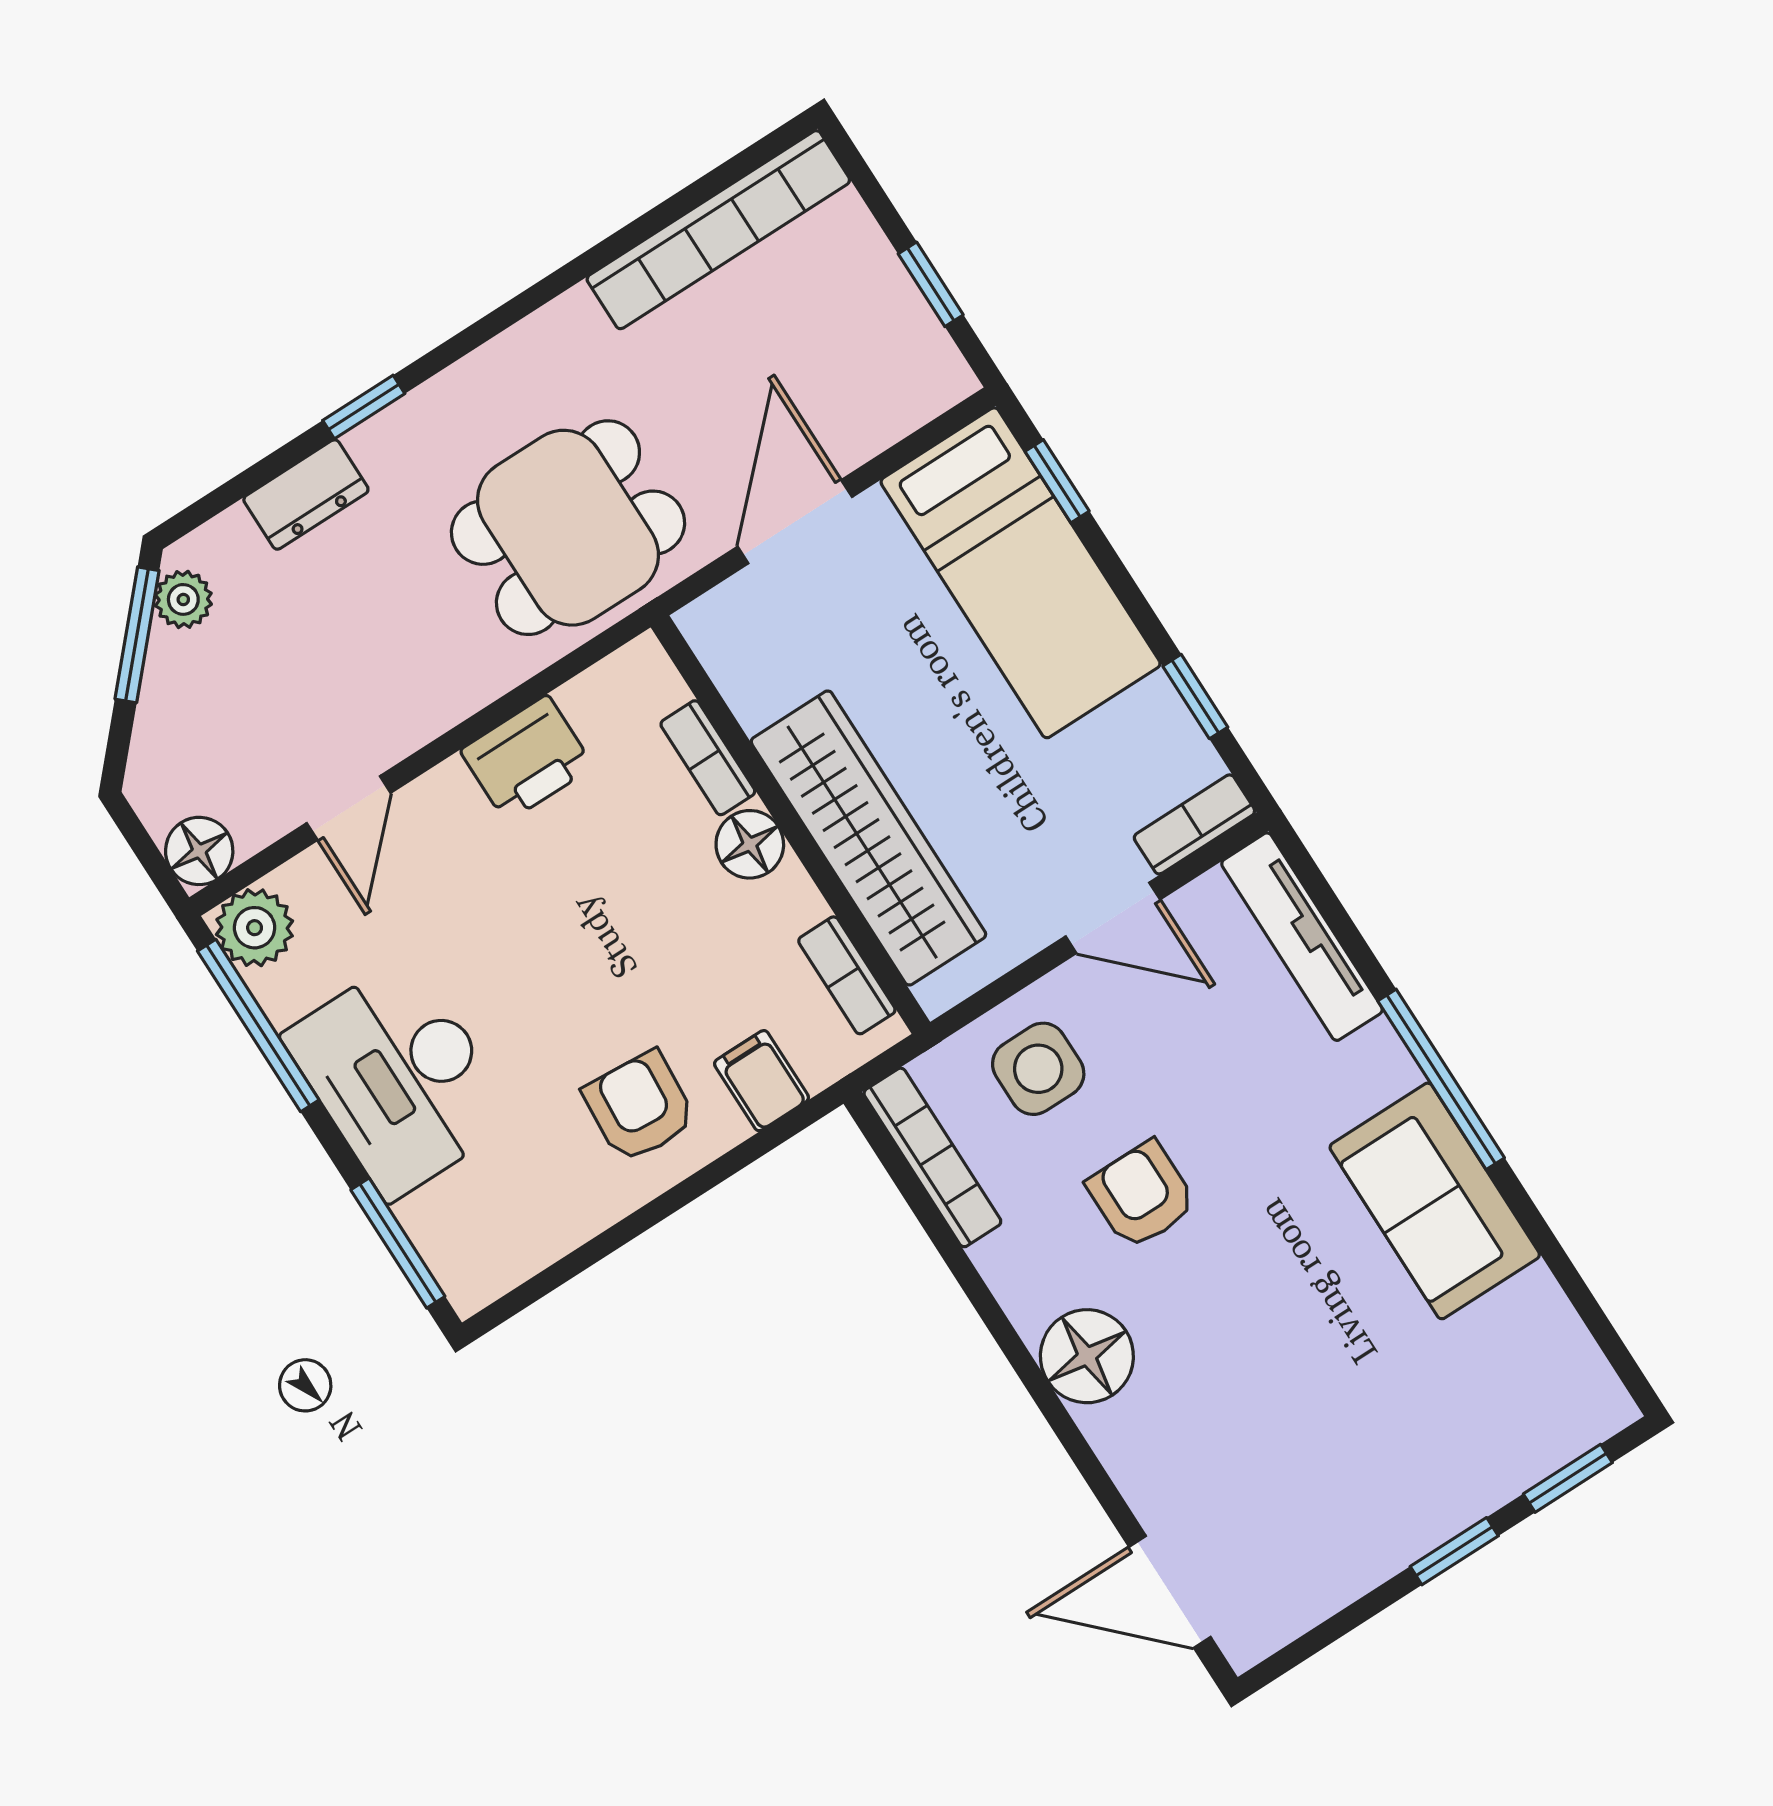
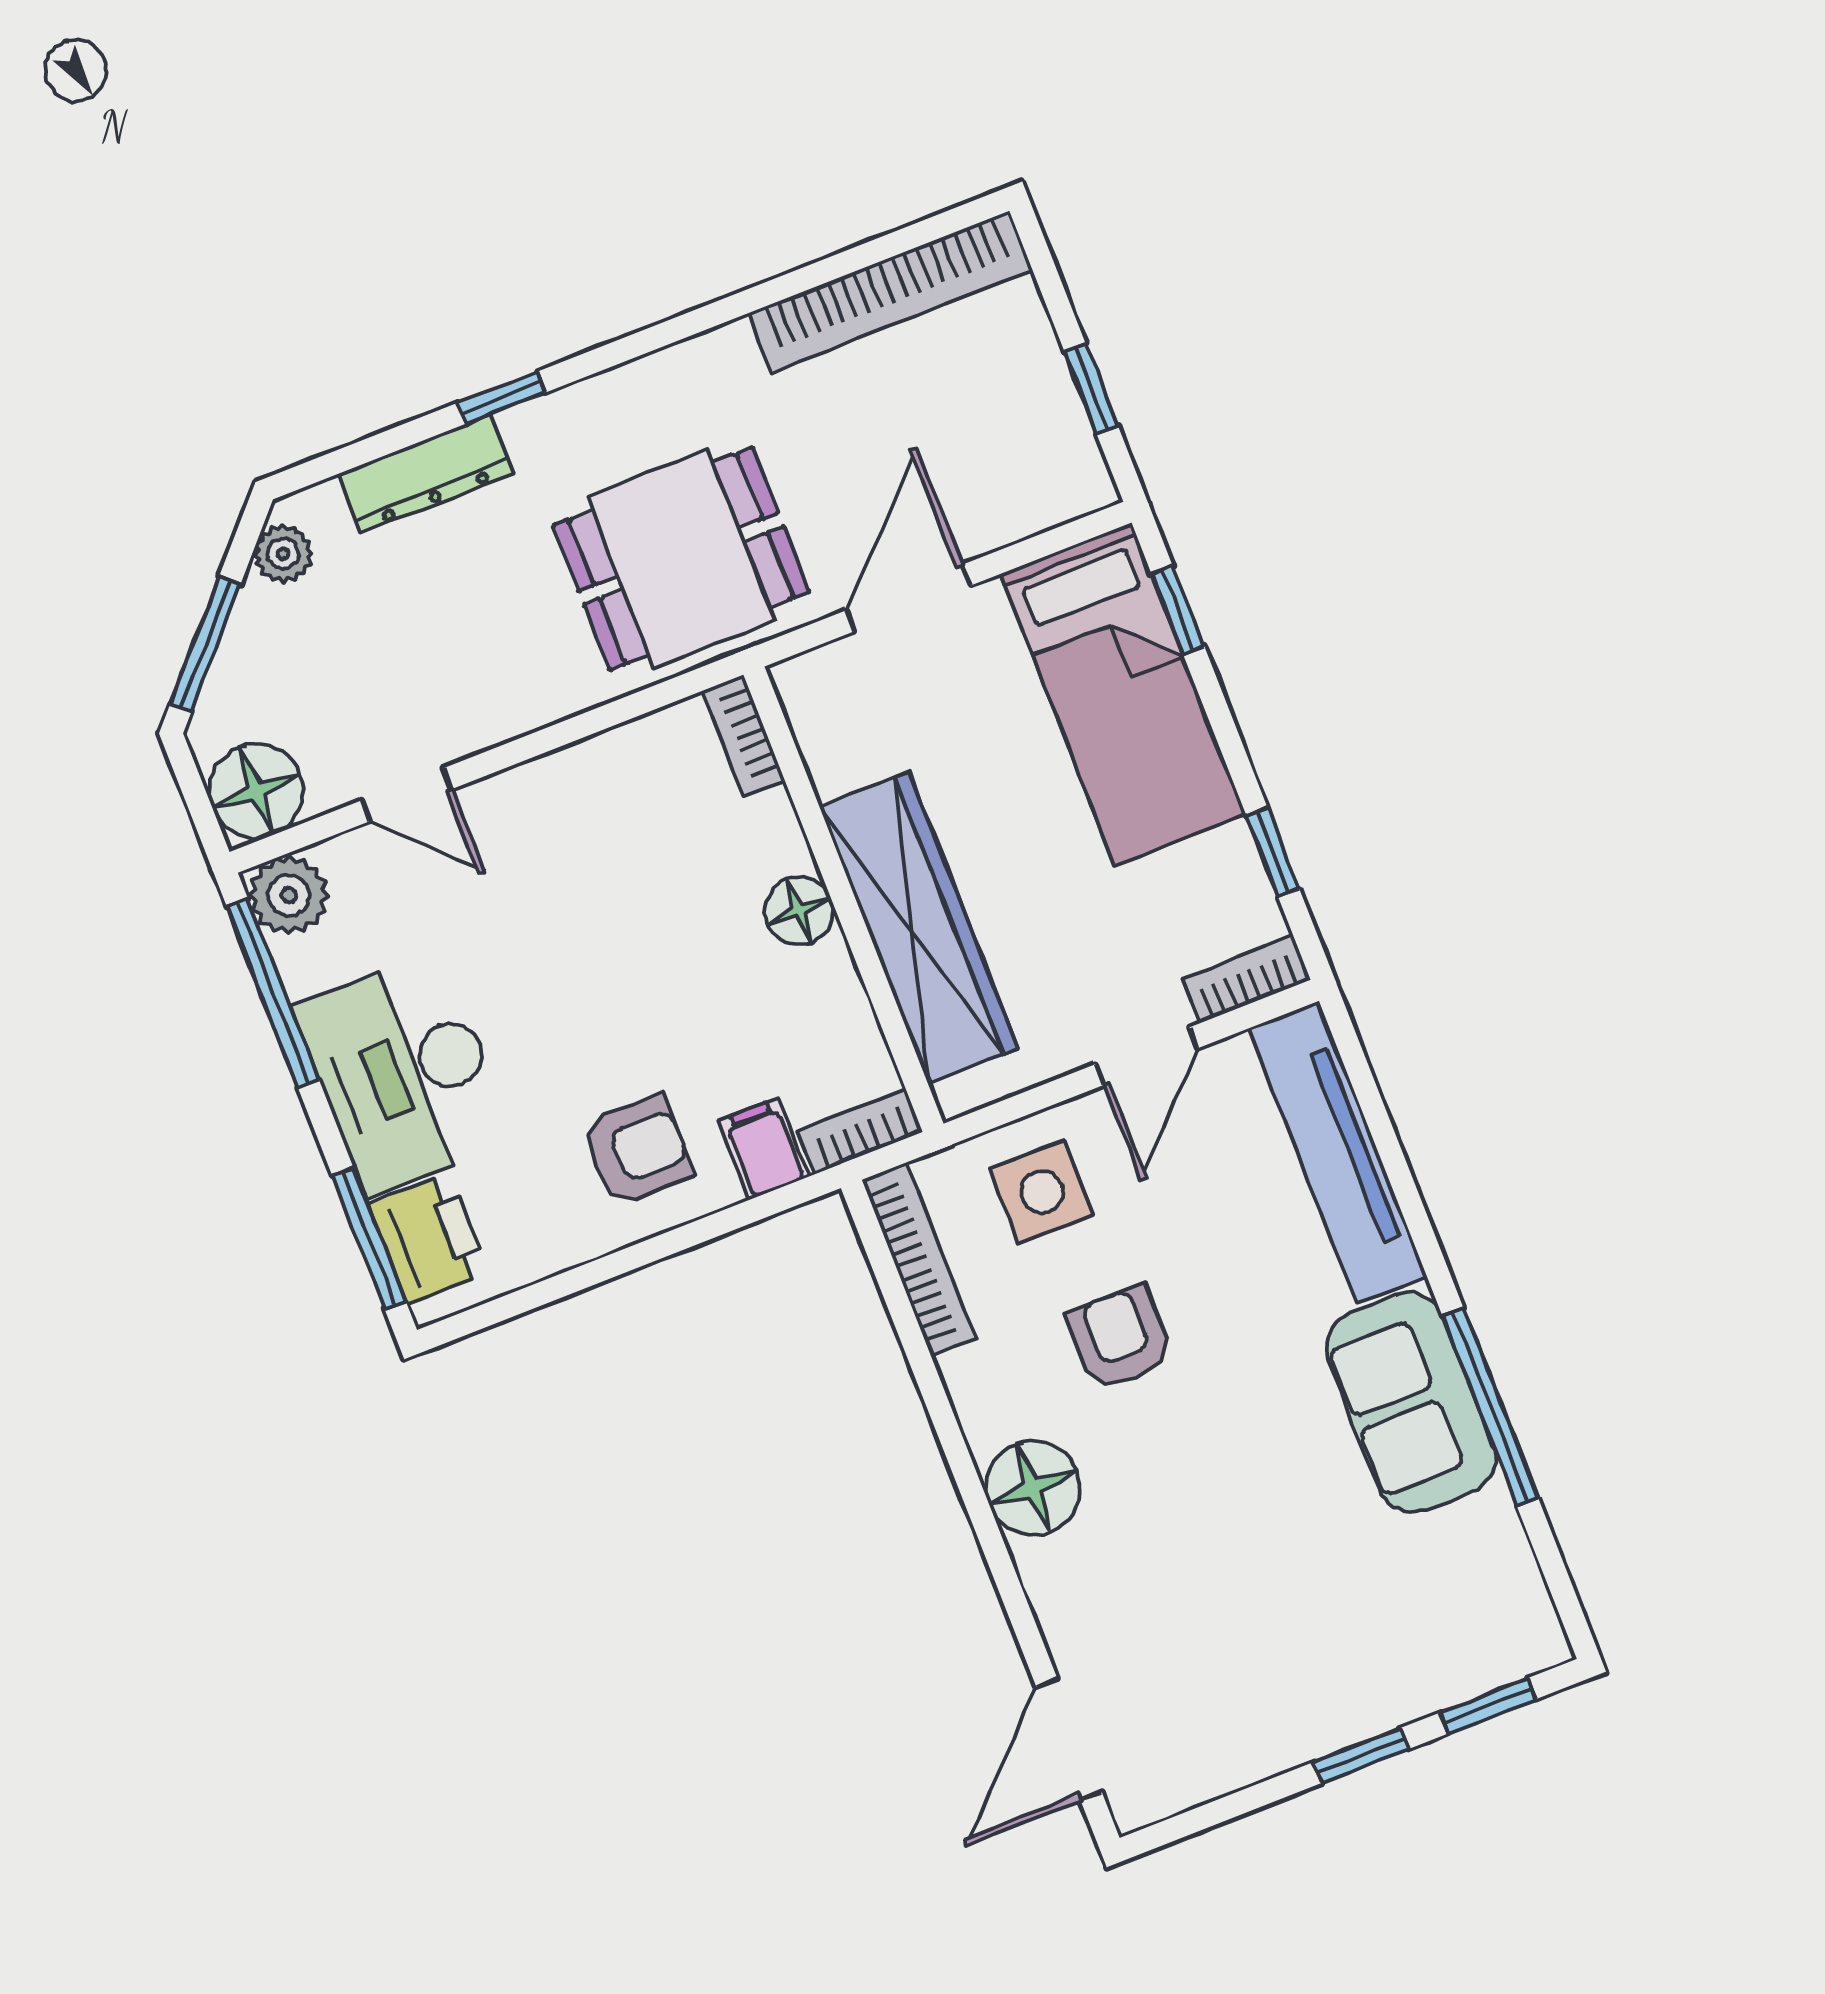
dresser: (306, 495) -> (426, 474), width x1.44
window: (137, 635) -> (205, 644), moved
bookcase: (708, 758) -> (743, 736), moved
printer: (527, 759) -> (429, 1239), moved, turned -90
door: (349, 808) -> (407, 795), hinge flipped
floor lamp: (199, 851) -> (256, 791), width x1.38, depth x1.38
door: (1113, 918) -> (1146, 1056), hinge flipped
tv unit: (1302, 937) -> (1338, 1152), width x1.36, depth x1.29
bookcase: (847, 975) -> (860, 1131), moved, turned 90
window: (1441, 1079) -> (1490, 1407), moved
armchair: (639, 1107) -> (637, 1150), turned 86
door: (1170, 1592) -> (1069, 1740), hinge flipped

